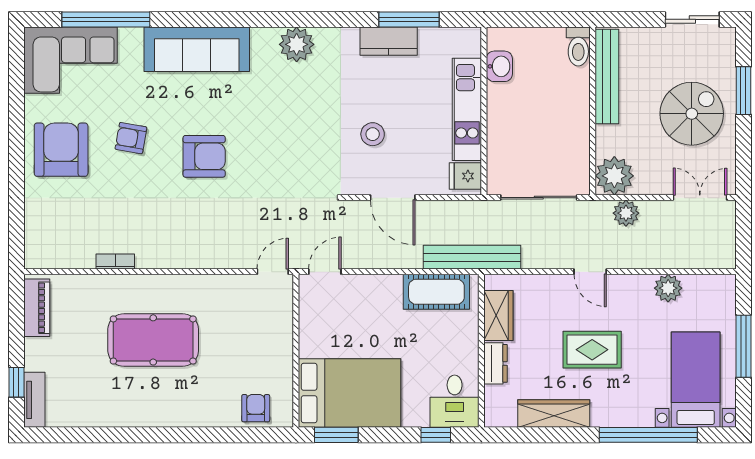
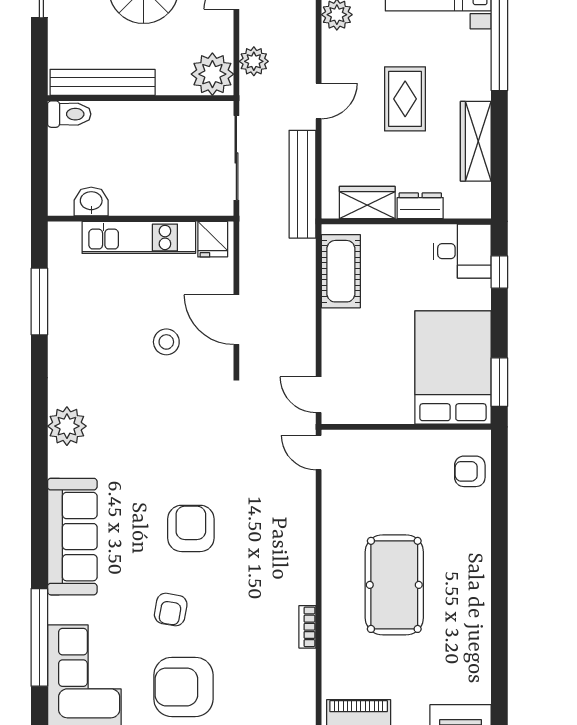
kitchen counter: (389, 41) -> (63, 324), removed
door: (393, 198) -> (236, 320), swing flipped
bench: (472, 257) -> (303, 184), moved

